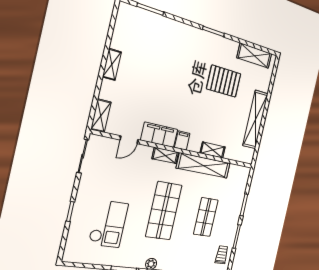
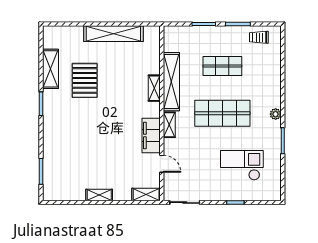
shelving: (254, 56) -> (50, 69), moved
filing cabinet: (182, 140) -> (152, 111), removed
shelving: (213, 150) -> (154, 88), moved

